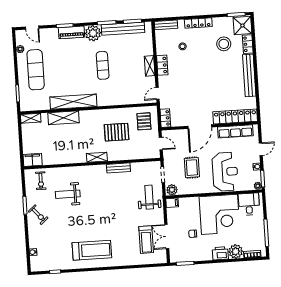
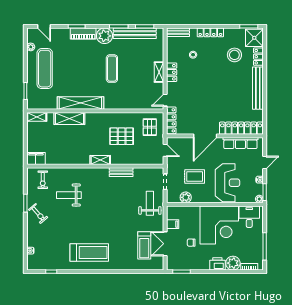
locker: (165, 118) -> (171, 120), width x1.53
rug: (192, 168) -> (195, 176), turned 90
plant: (172, 190) -> (186, 197), moved
filing cabinet: (172, 203) -> (173, 224), moved

